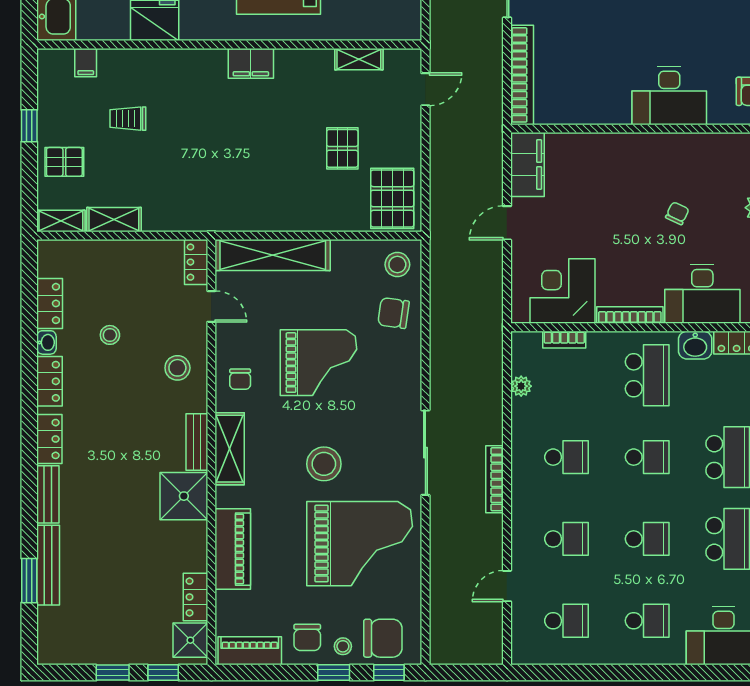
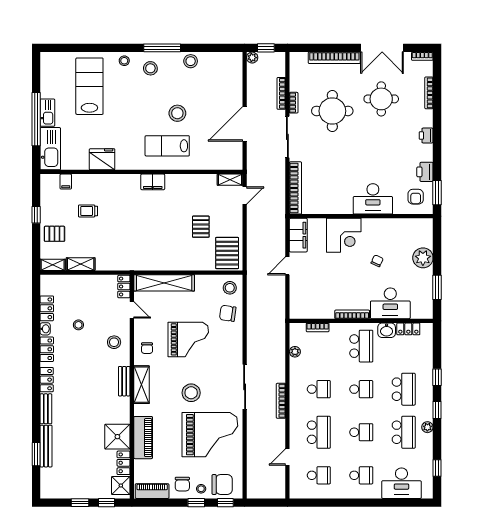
shelving: (359, 59) -> (230, 180), moved
corner desk: (562, 291) -> (344, 235), moved, turned 180
shower: (184, 496) -> (117, 437), moved
school desk: (567, 539) -> (319, 432), width x1.85

